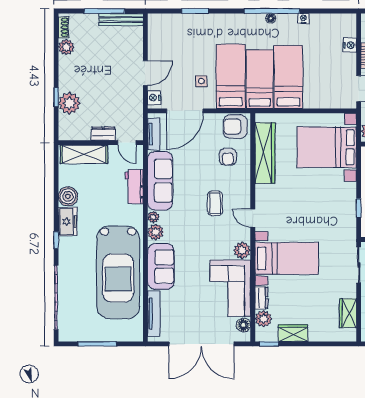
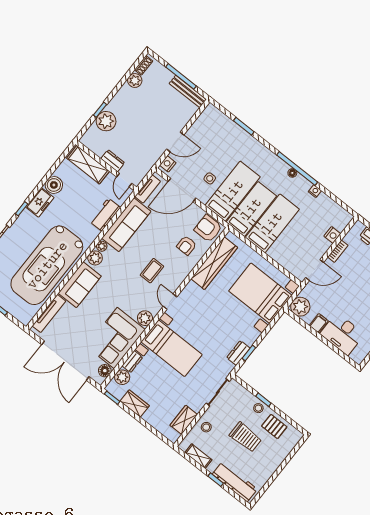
dresser: (349, 216) -> (238, 353), added

